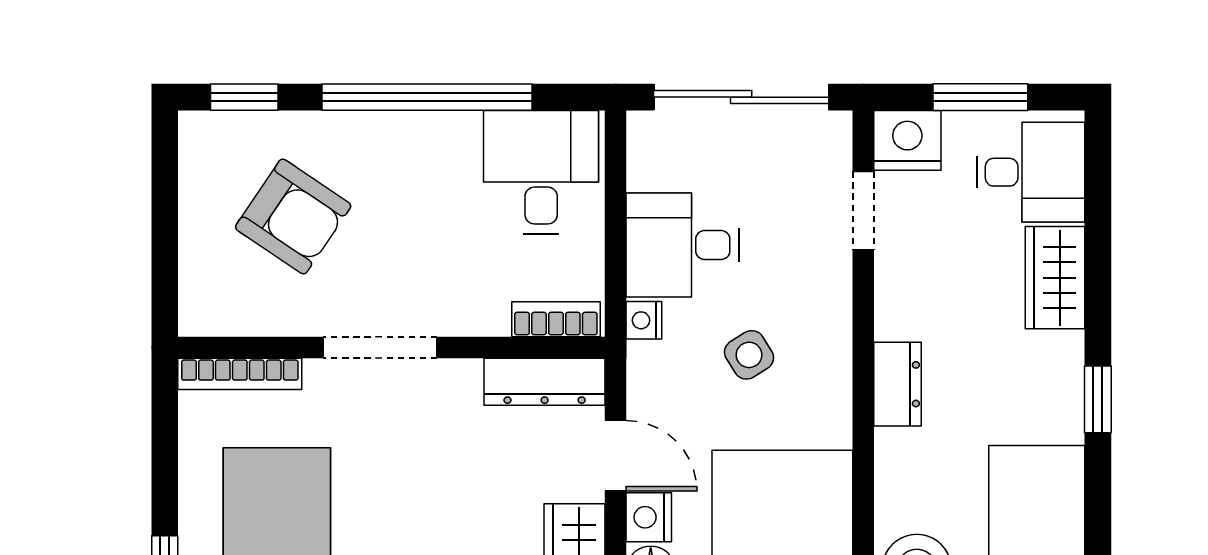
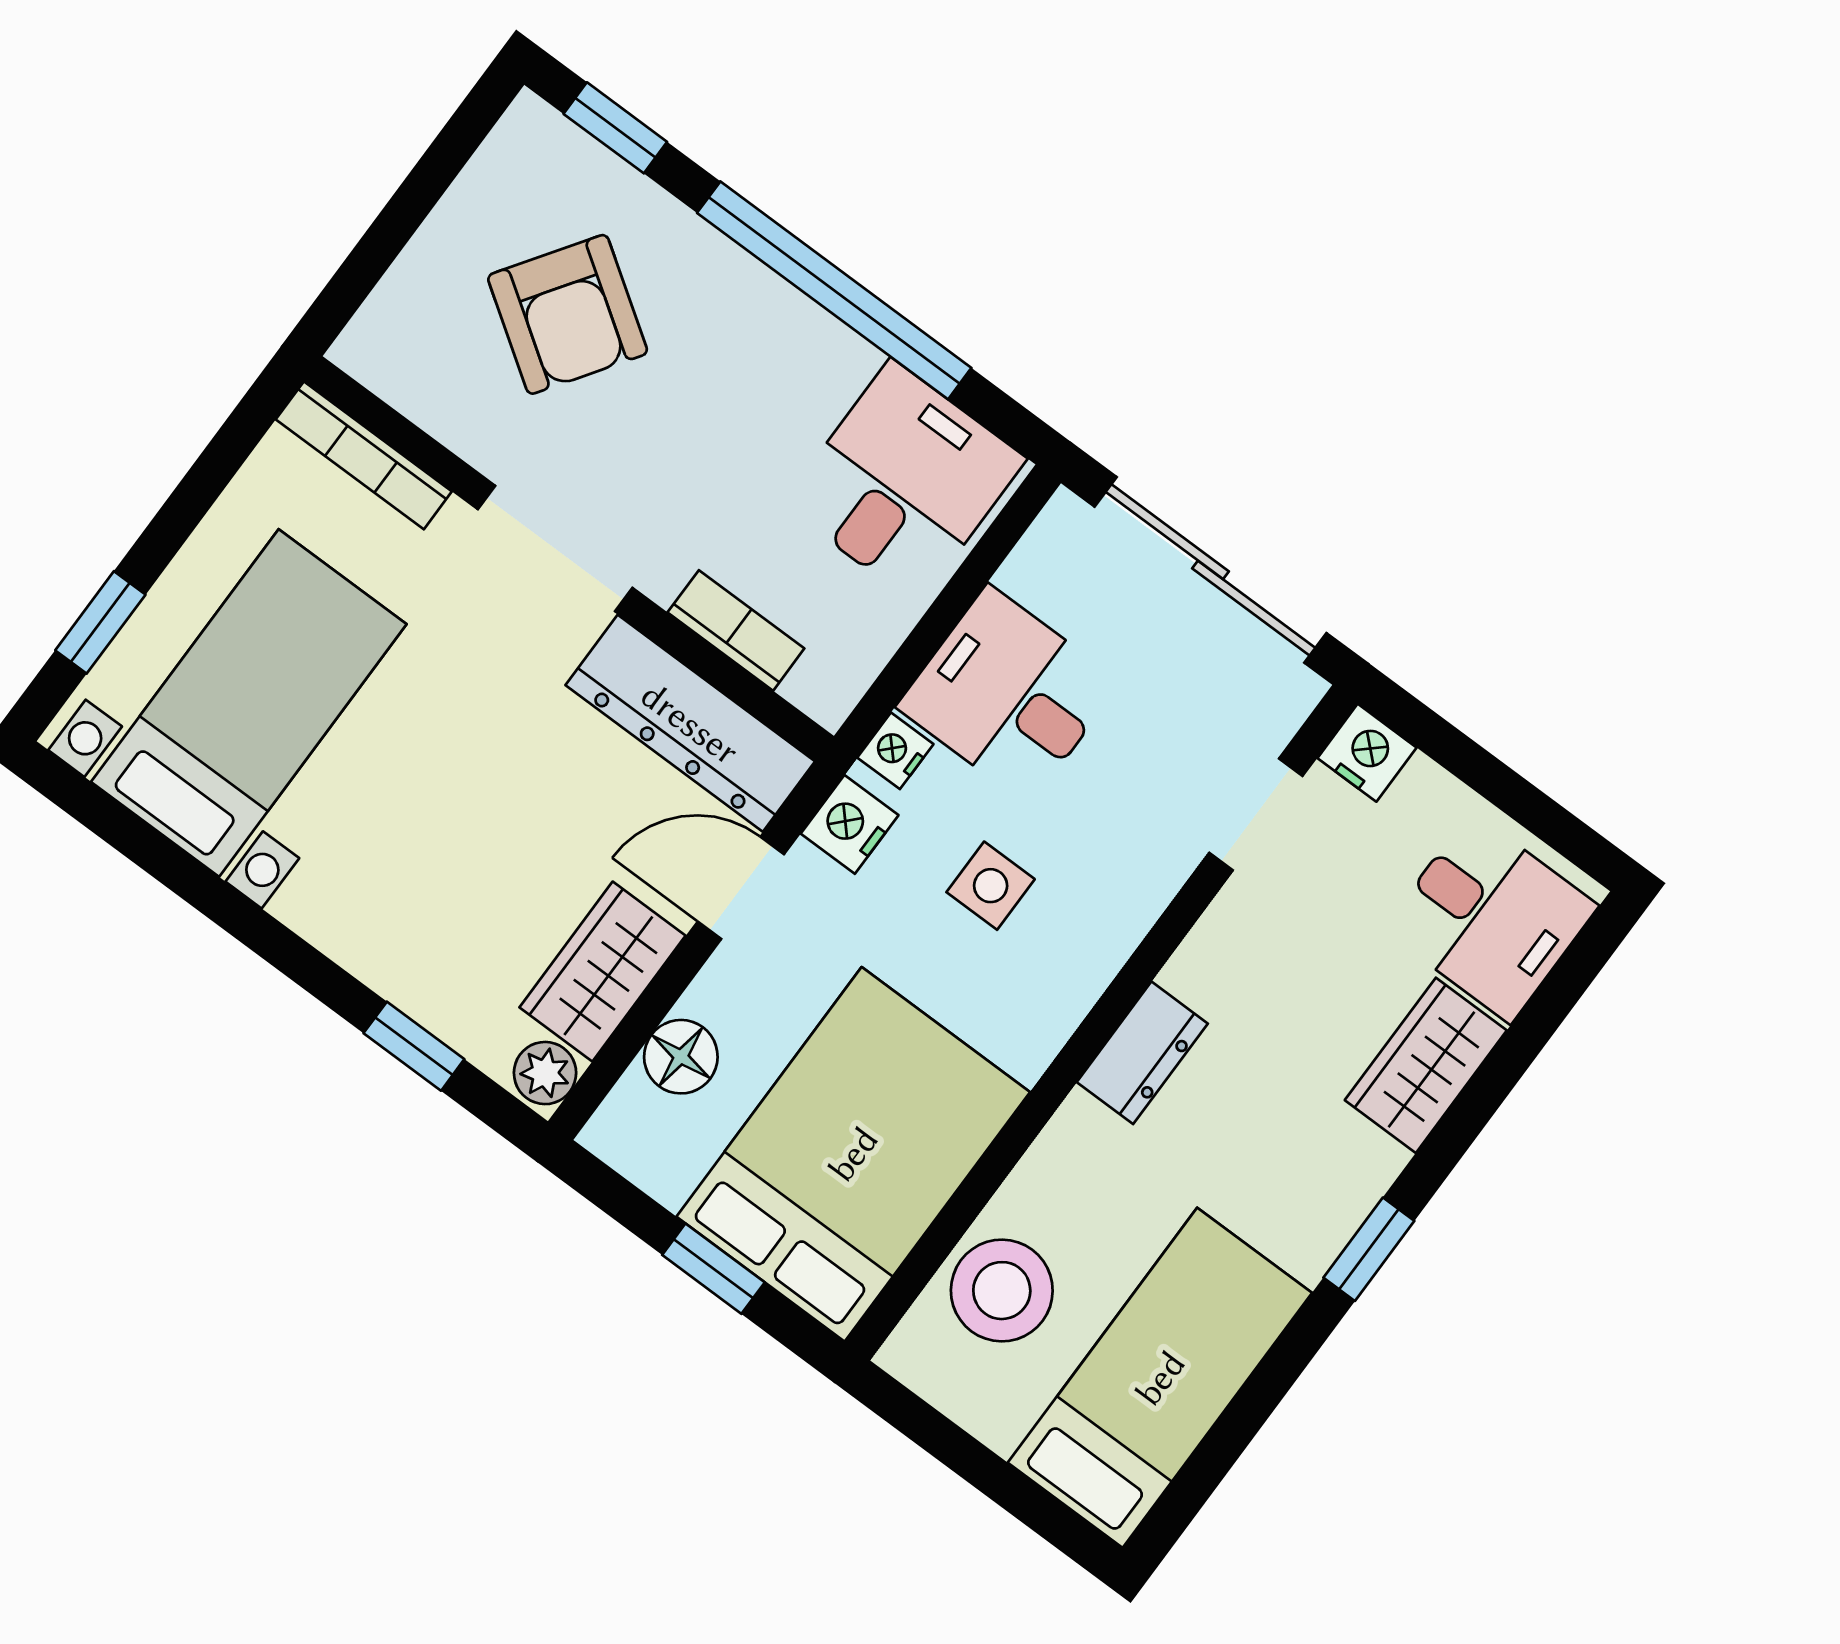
window: (980, 97) -> (1497, 783), removed
nightstand: (907, 140) -> (1367, 753), width x0.74, depth x0.75
bookcase: (556, 319) -> (736, 630), moved
side table: (749, 355) -> (991, 886), turned 32
dresser: (545, 382) -> (690, 723), width x1.37, depth x1.24
door: (616, 456) -> (741, 888), swing flipped
nightstand: (649, 517) -> (850, 824), moved

